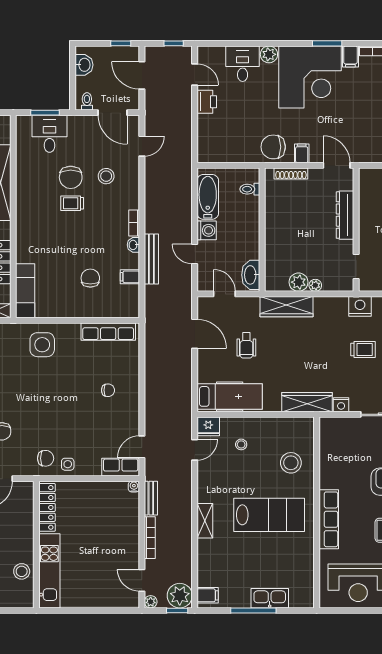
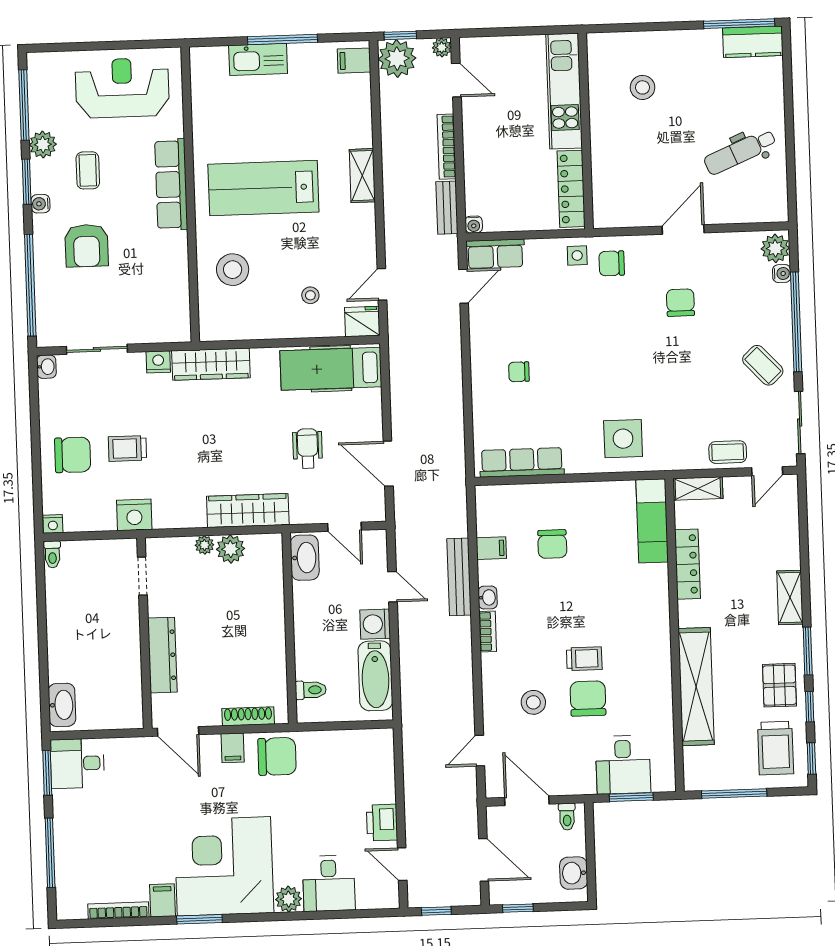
locker: (47, 507) -> (571, 189), moved
wall: (36, 545) -> (586, 131), moved
kitchen unit: (49, 571) -> (564, 91), moved

